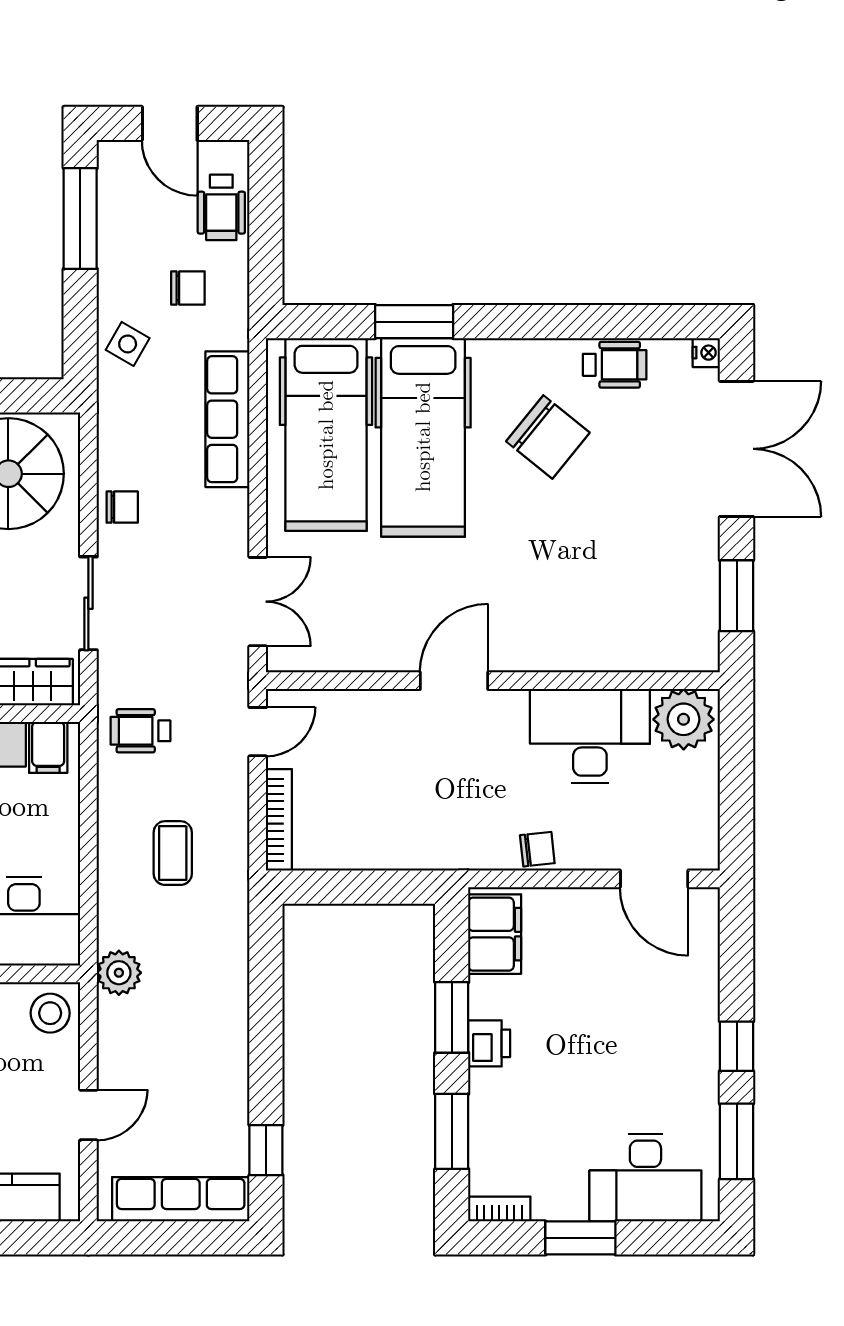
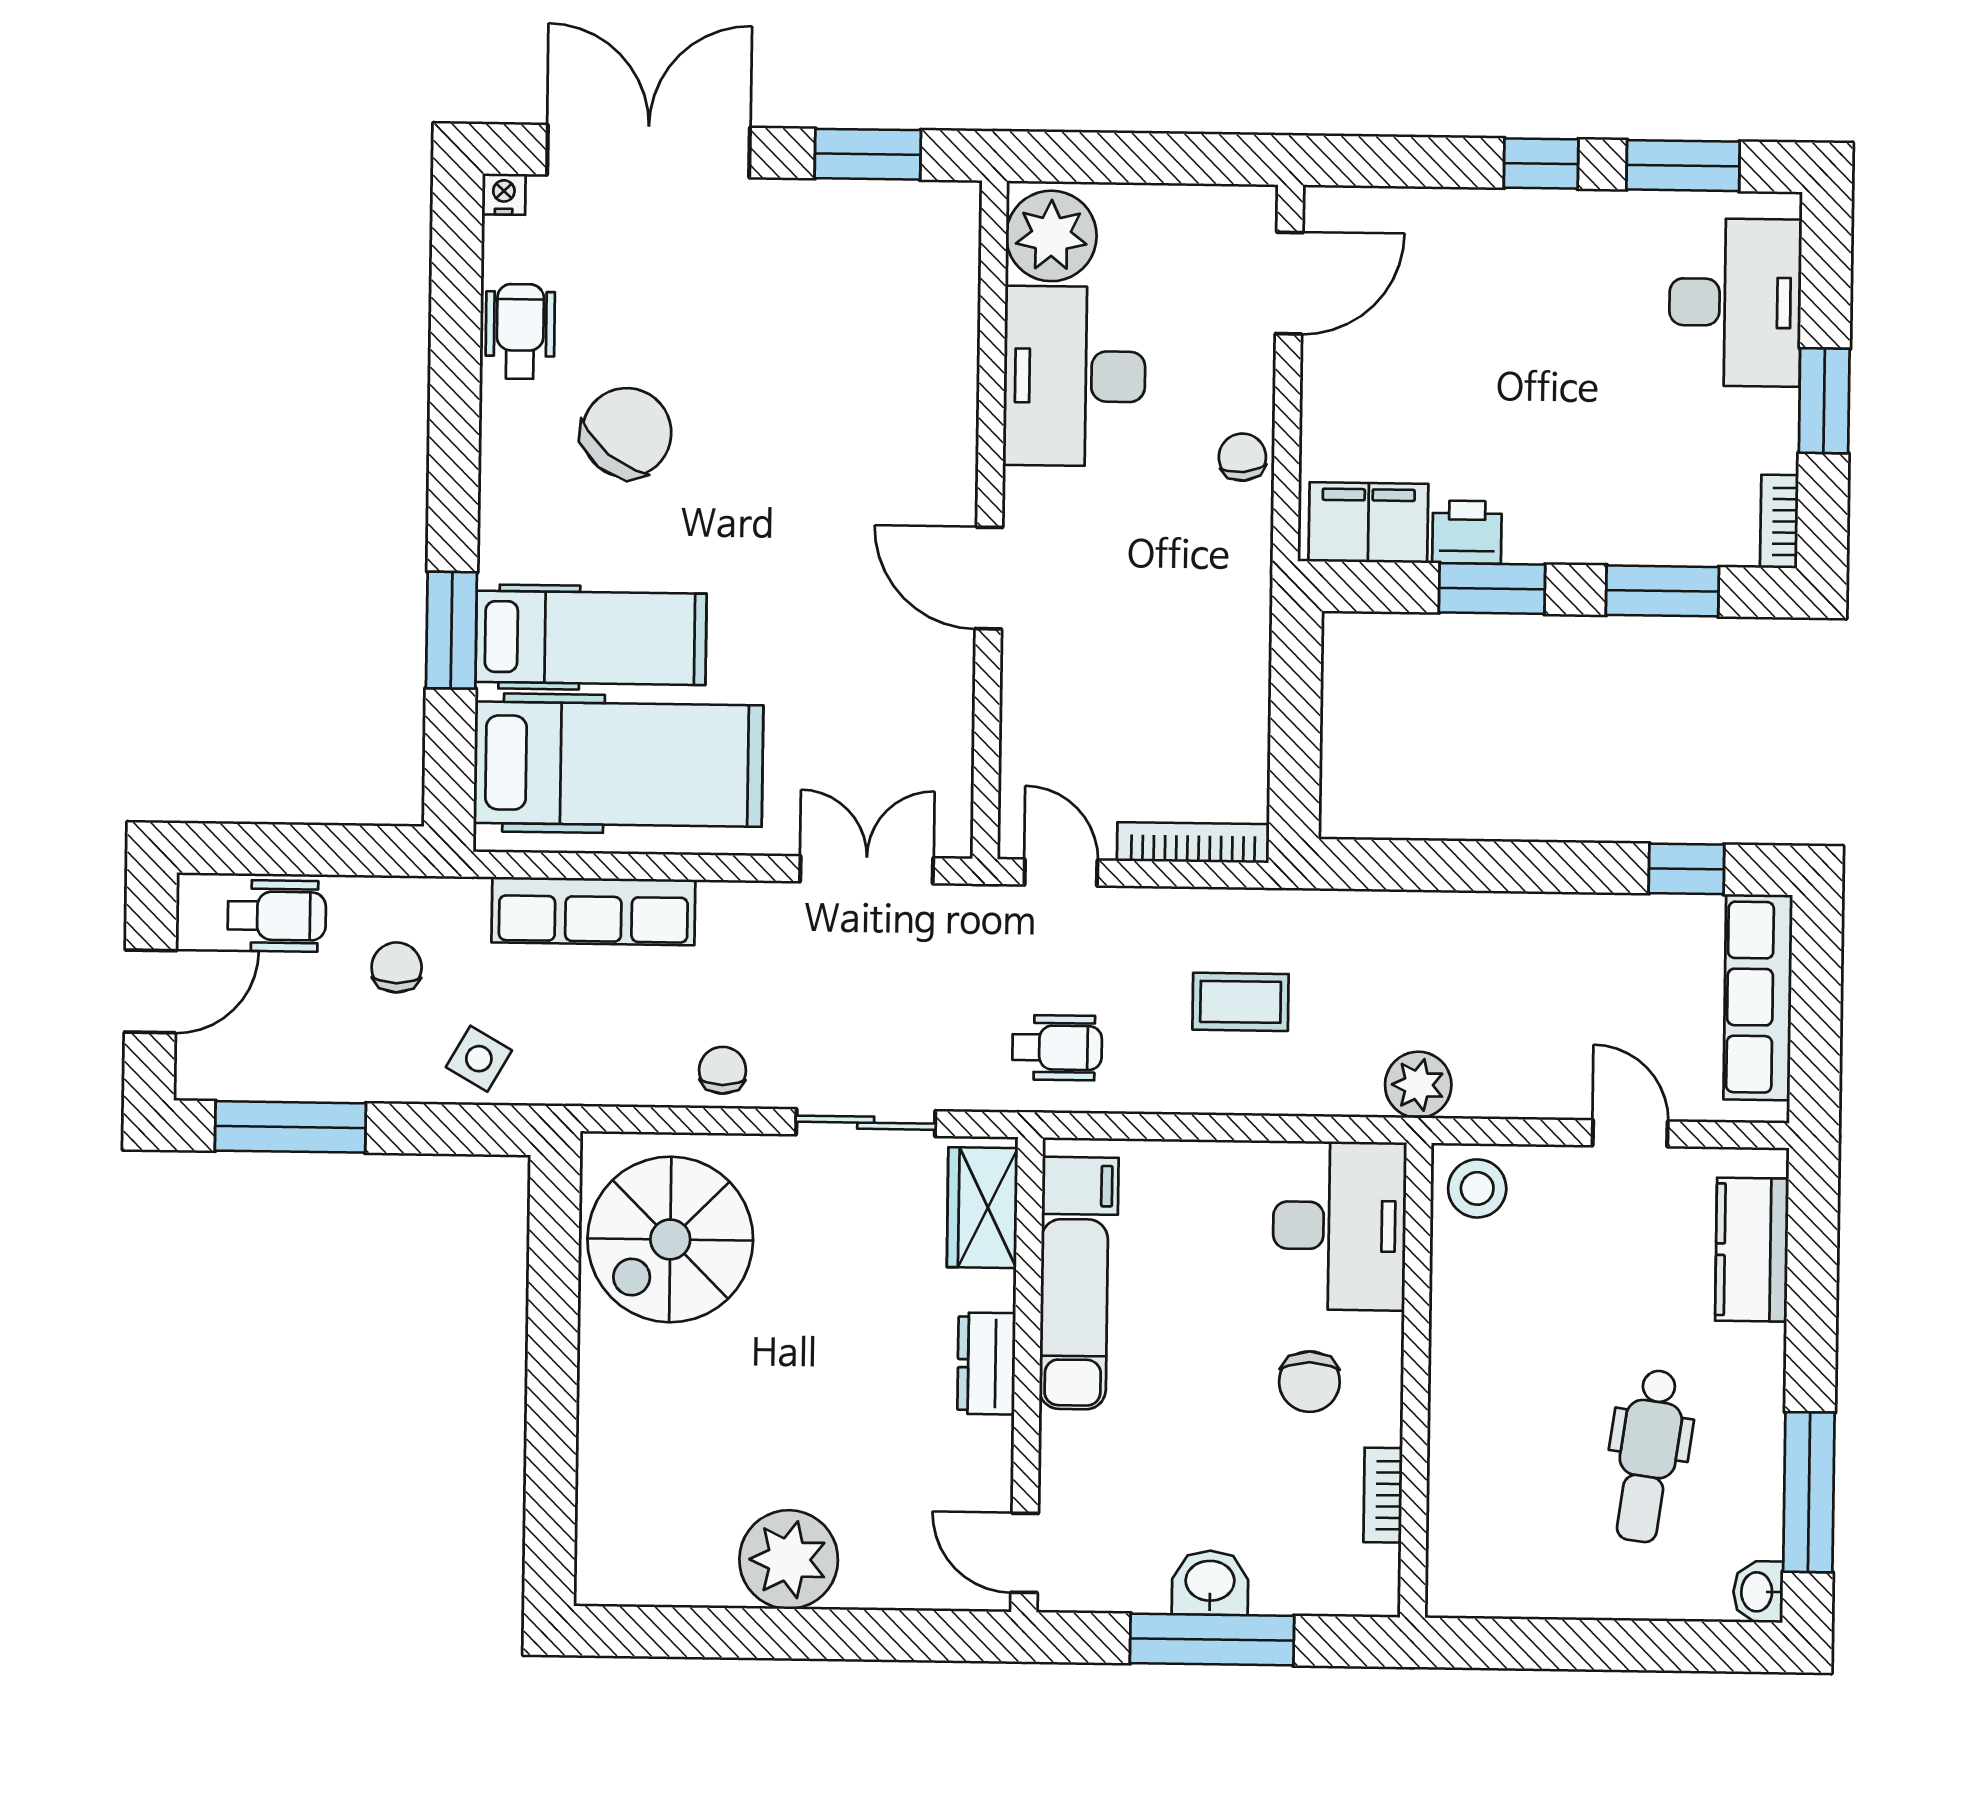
hospital bed: (423, 437) -> (591, 638), width x0.73, depth x0.78
wheelchair: (140, 731) -> (1057, 1048), turned -90
printer: (489, 1043) -> (1467, 532), moved

